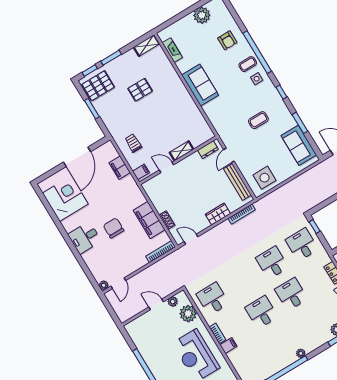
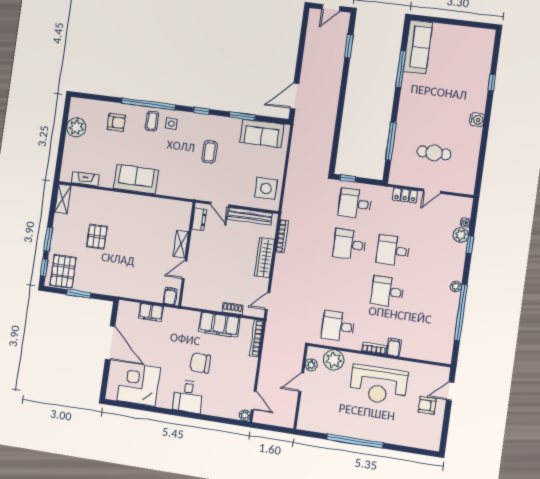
trolley: (133, 143) -> (139, 282), removed
wardrobe: (218, 214) -> (265, 258), width x1.50

